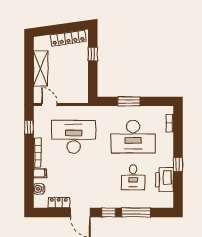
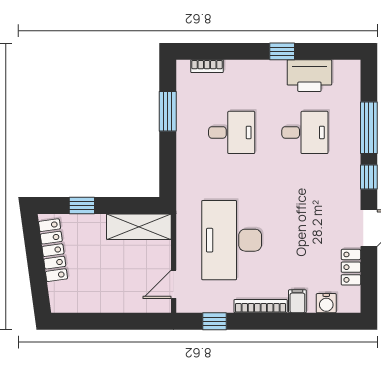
shelving: (41, 69) -> (139, 227), moved
window: (129, 101) -> (168, 111), moved
desk: (133, 137) -> (232, 132), width x0.53, depth x0.77

